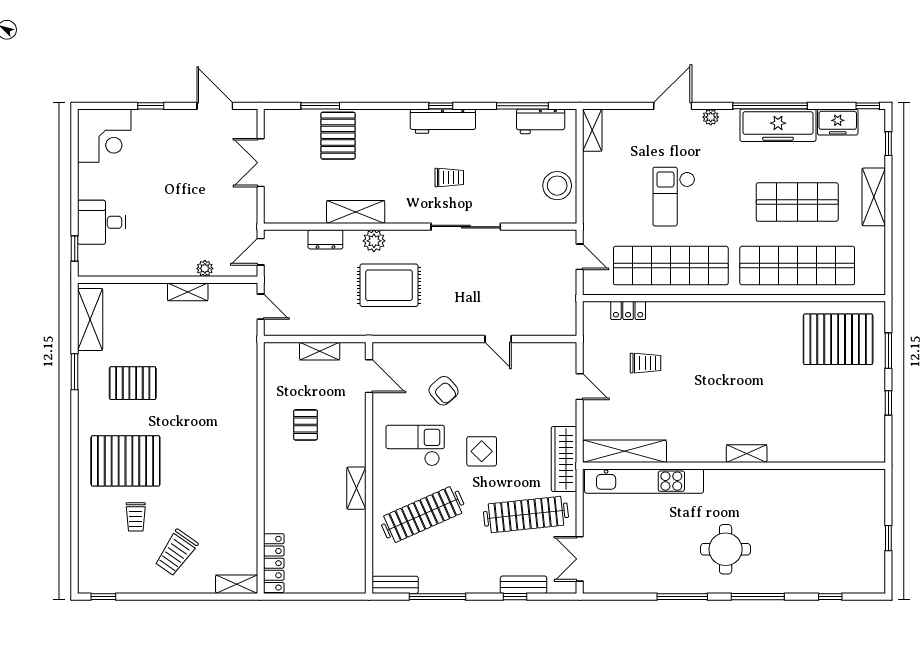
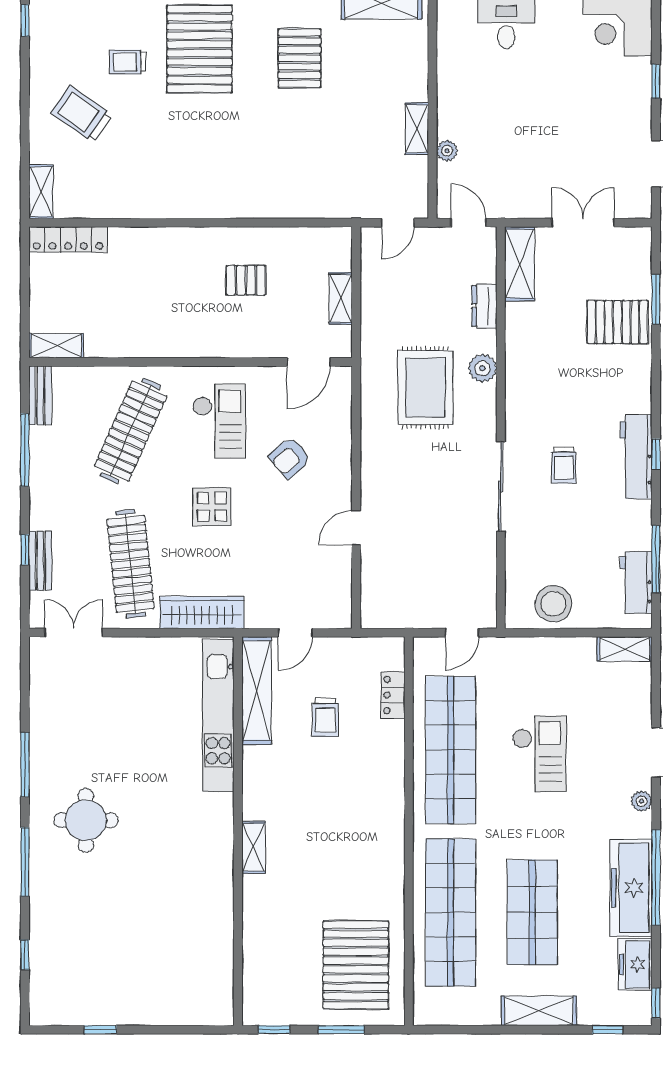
checkout: (674, 197) -> (539, 754), turned 90
shelving: (356, 212) -> (520, 264), moved
shelving: (625, 451) -> (257, 690), moved
shelving: (747, 454) -> (253, 847), moved
wall: (734, 466) -> (238, 831), moved
kitchen unit: (644, 481) -> (218, 715), moved
shelving: (356, 488) -> (56, 346), moved
clothes rail: (423, 515) -> (131, 431), turned 48

